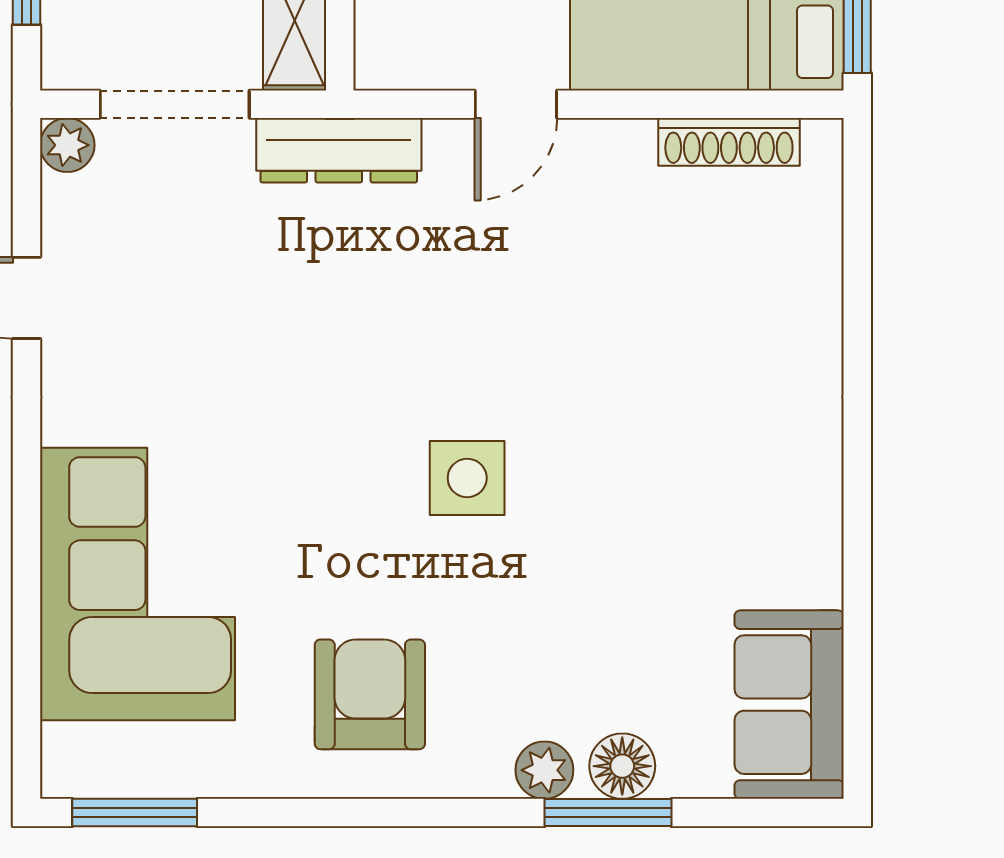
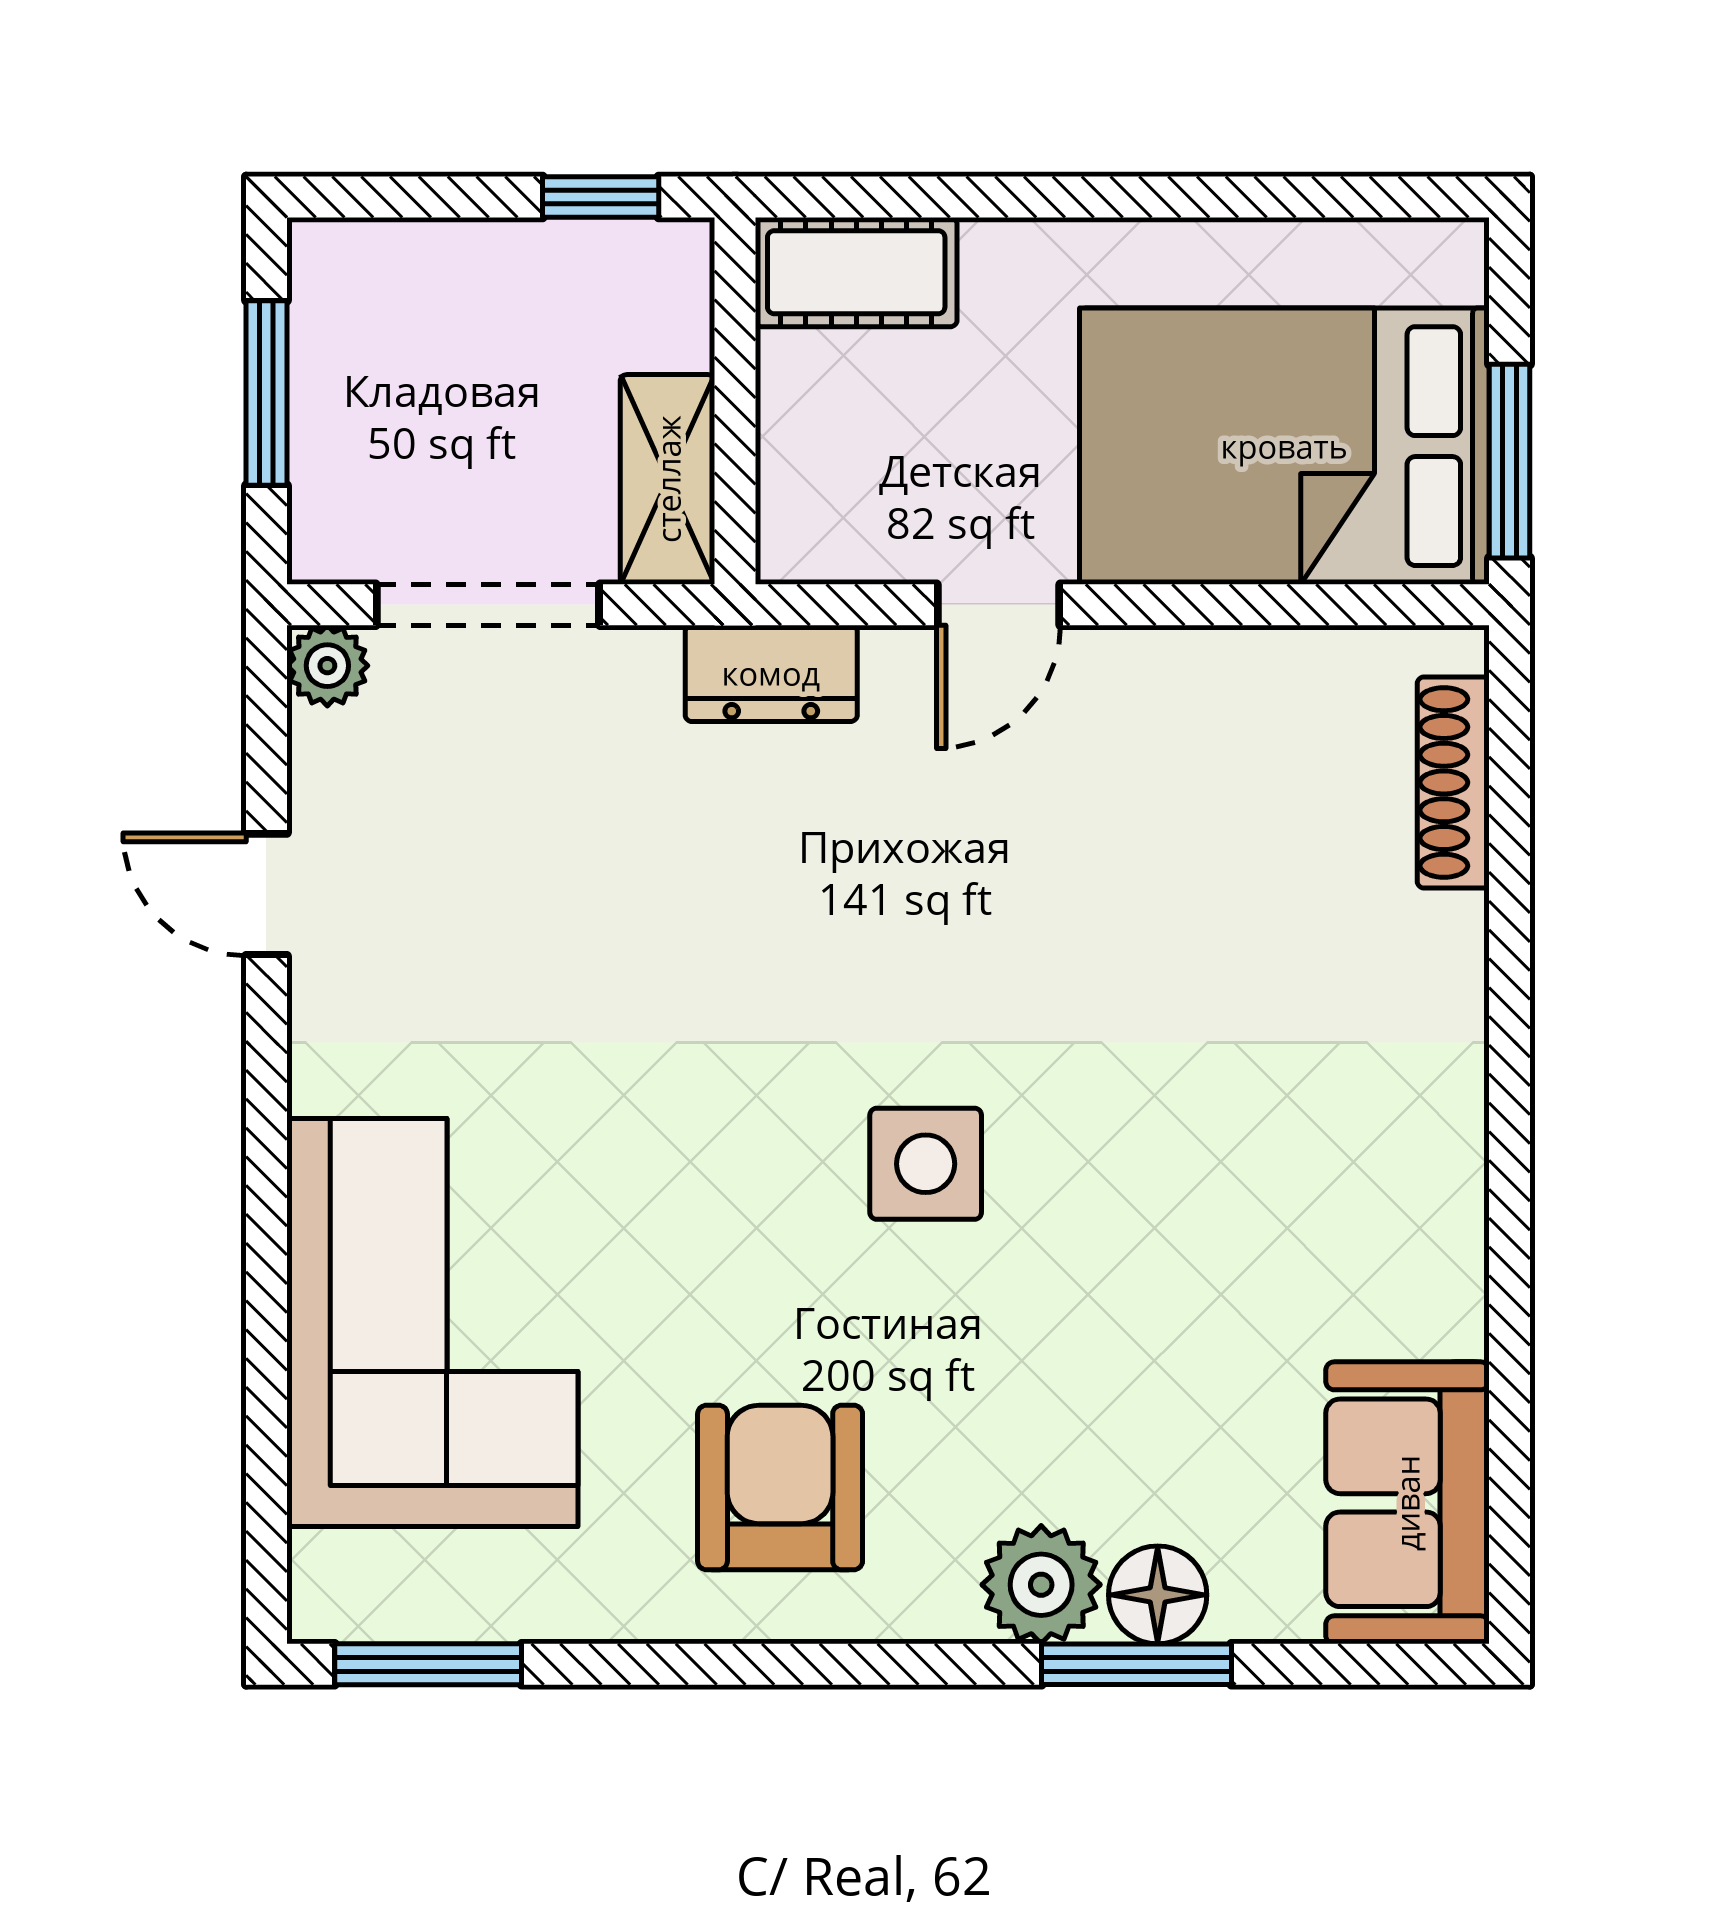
shoe rack: (729, 142) -> (1453, 782), moved, turned 90
dresser: (339, 150) -> (771, 673), width x0.70
plant: (544, 770) -> (1041, 1585), width x1.38, depth x1.38

